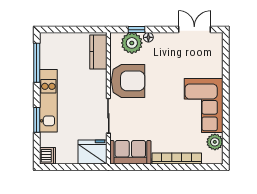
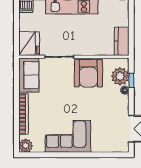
kitchen counter: (98, 52) -> (122, 41), moved, turned -90
plant: (215, 142) -> (26, 146), moved

